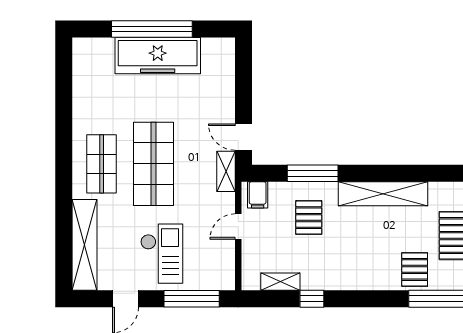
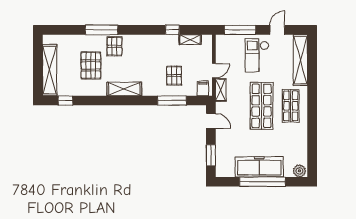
plant: (86, 48) -> (299, 171), added
window: (243, 76) -> (211, 155), added
shelving: (226, 171) -> (221, 90), moved
shelving: (383, 194) -> (124, 89), width x0.68

